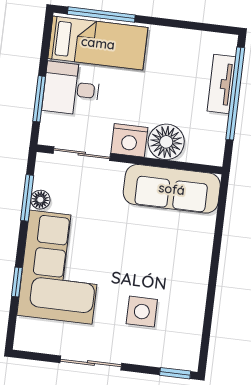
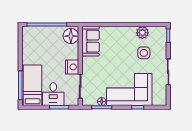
tv unit: (221, 84) -> (44, 31), removed
floor lamp: (166, 142) -> (71, 36), moved
sofa: (172, 189) -> (90, 41), width x0.73
plant: (190, 314) -> (142, 33), added

